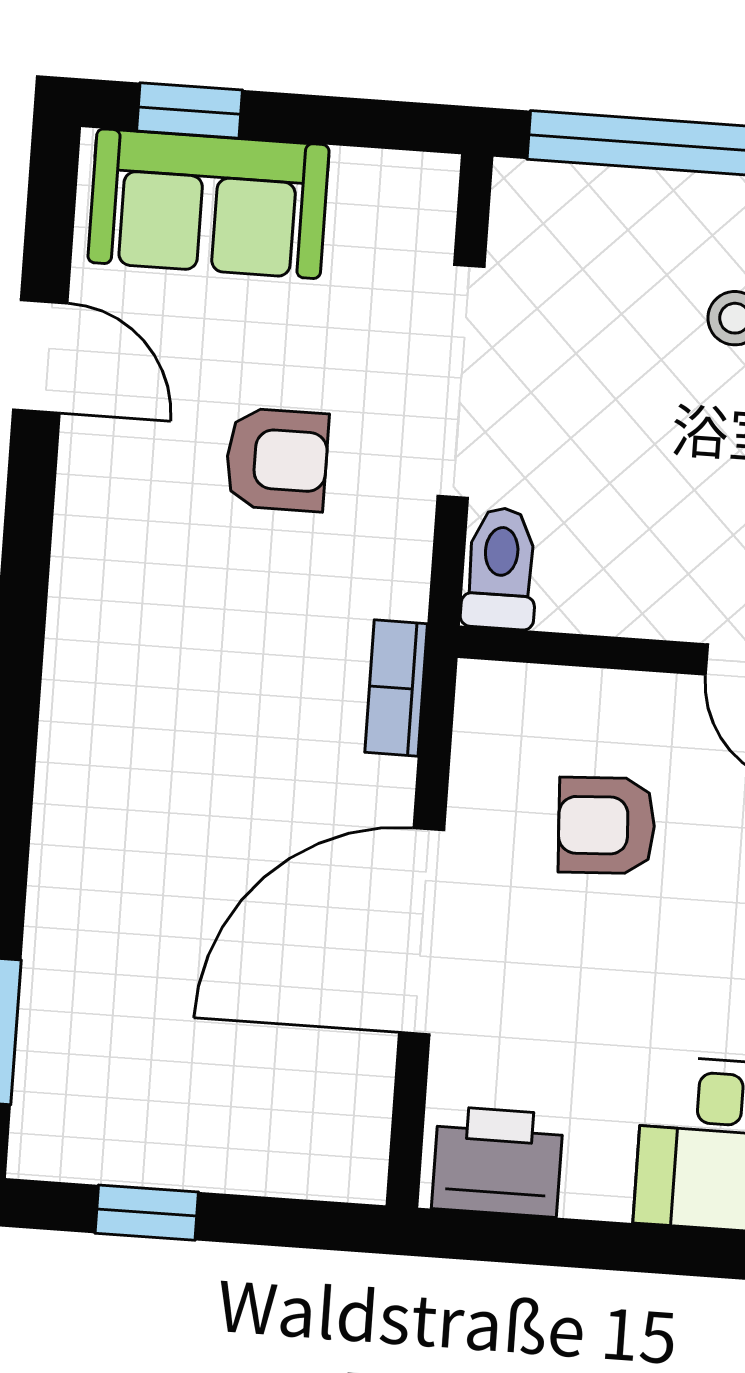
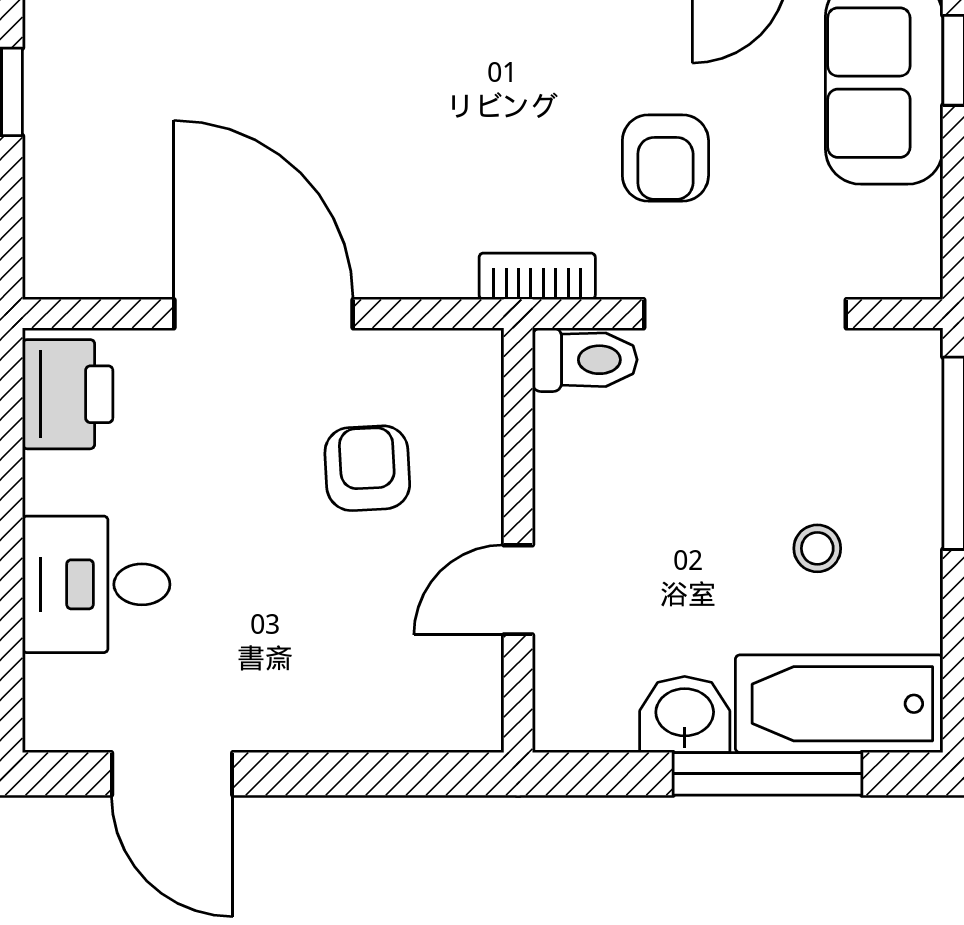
bookcase: (396, 688) -> (537, 276), moved

